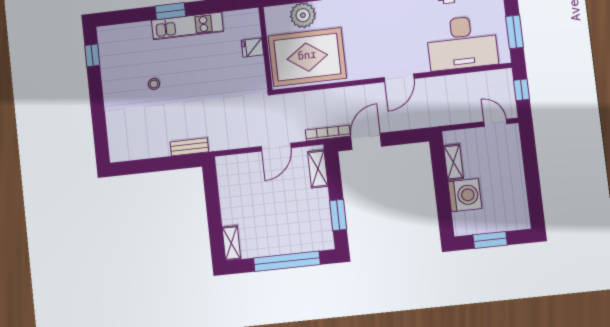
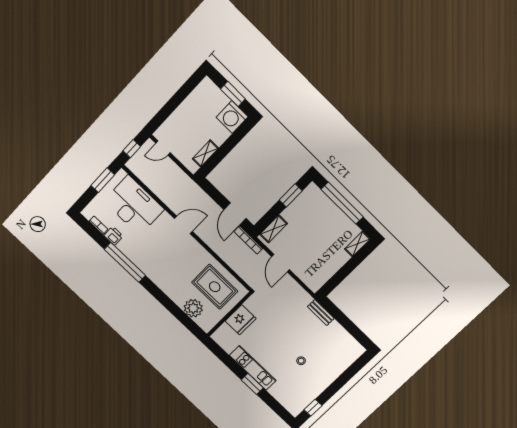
fridge: (252, 48) -> (241, 320), width x1.88, depth x1.34
rug: (307, 57) -> (215, 287), width x0.73, depth x0.69
door: (495, 123) -> (163, 148), hinge flipped
door: (366, 141) -> (235, 214), hinge flipped
door: (276, 147) -> (281, 263), swing flipped
washing machine: (465, 195) -> (232, 117), moved, turned -90

